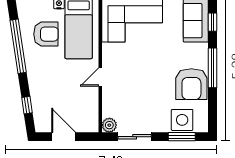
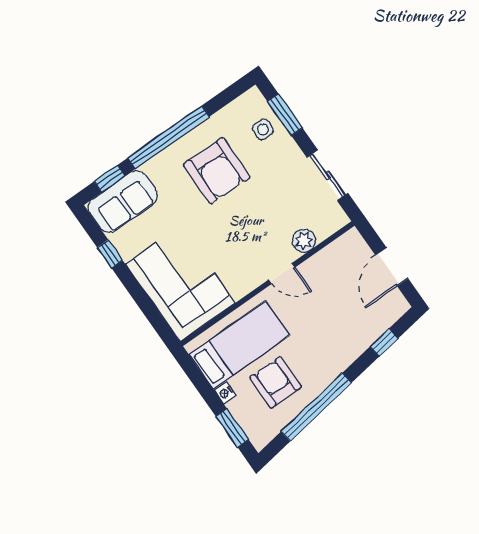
window: (212, 68) -> (168, 137), width x1.46
armchair: (191, 84) -> (217, 171), moved, turned 91
side table: (182, 120) -> (263, 129), width x0.54, depth x0.54
plant: (109, 125) -> (304, 241), moved

